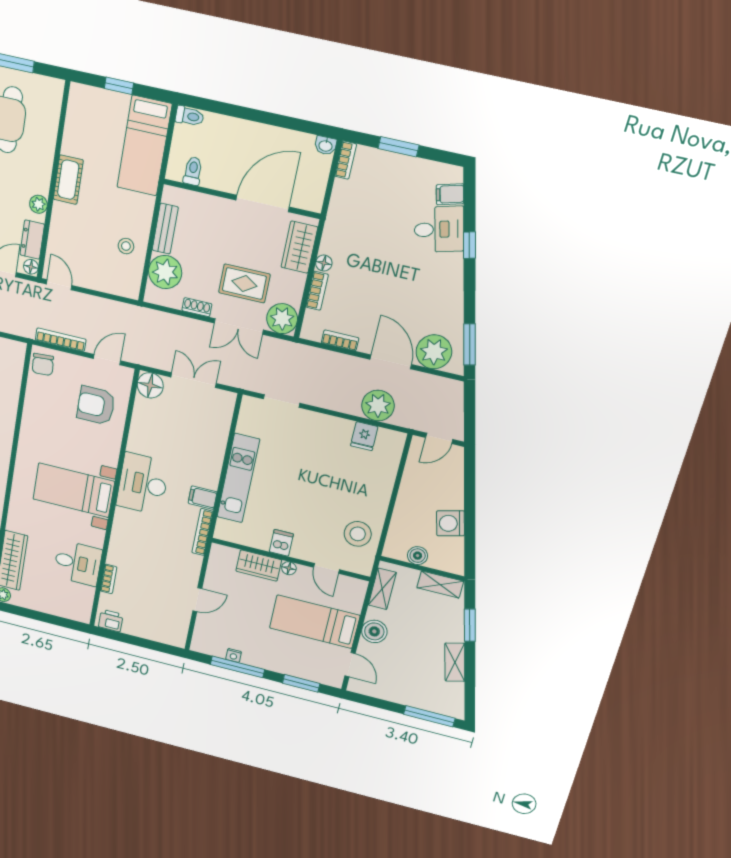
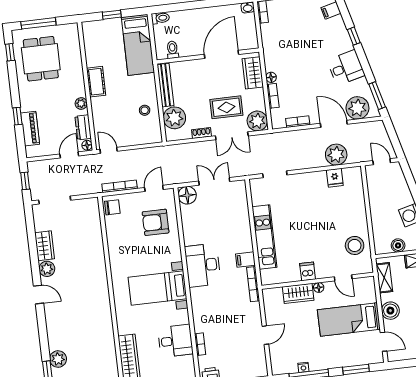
bench: (165, 229) -> (165, 85), width x1.36
desk: (439, 229) -> (346, 68), moved
chair: (43, 364) -> (112, 207), turned -86
door: (439, 438) -> (382, 162), swing flipped

